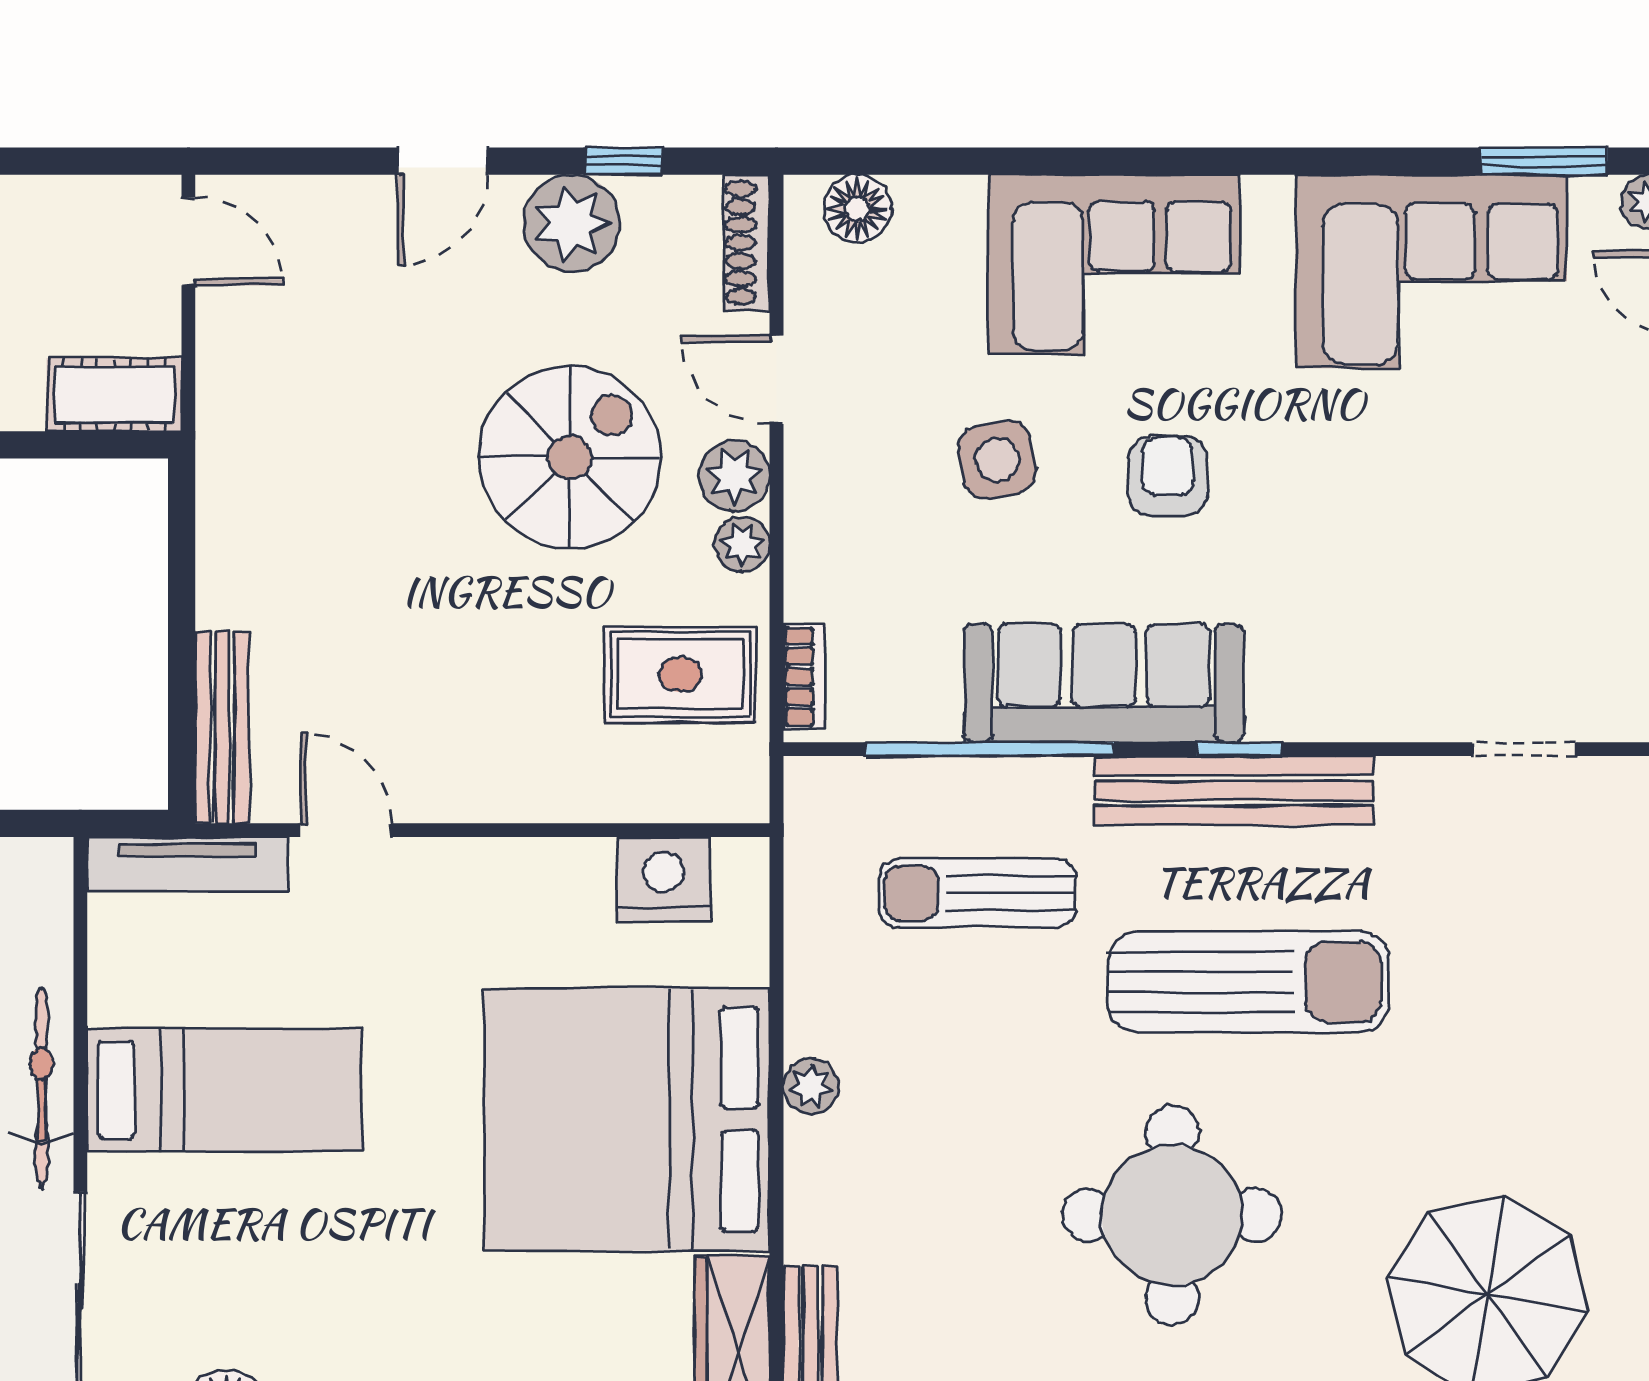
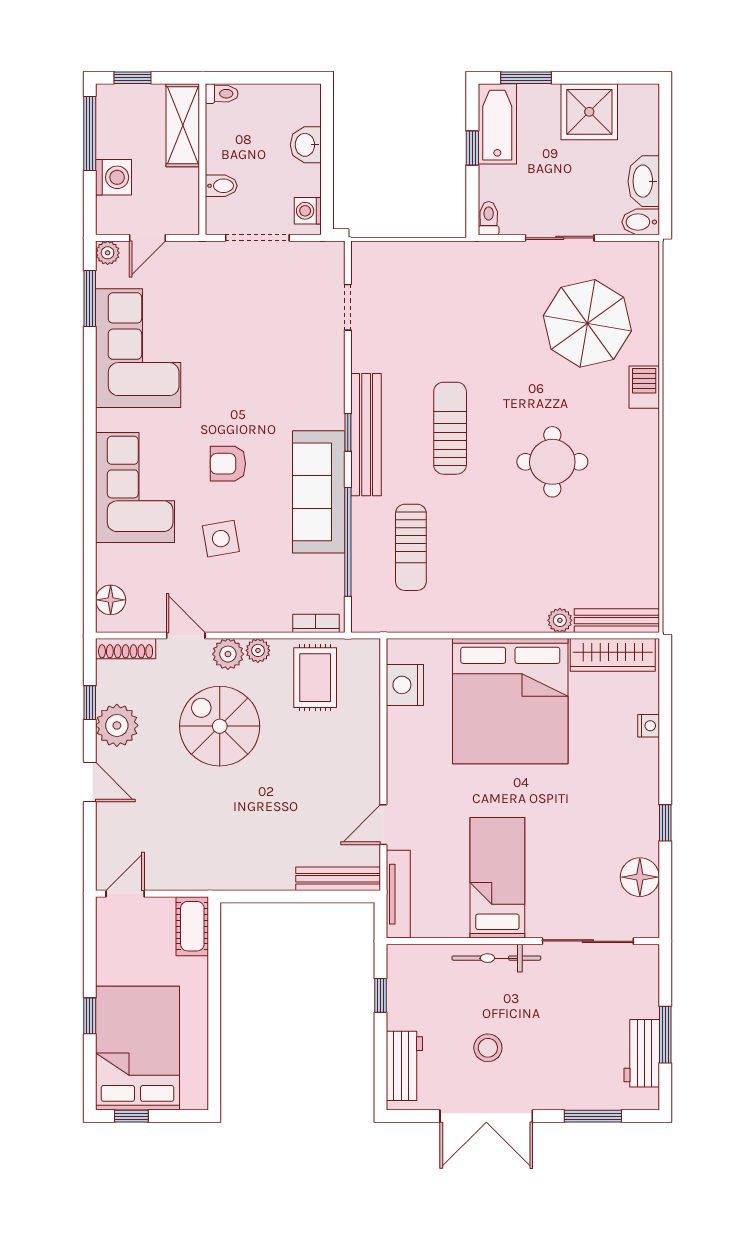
door: (777, 380) -> (186, 635), swing flipped
sun lounger: (1249, 982) -> (450, 428), width x0.73, depth x0.75
plant: (811, 1086) -> (560, 620), moved
round table: (1172, 1215) -> (552, 462), width x0.73, depth x0.73

